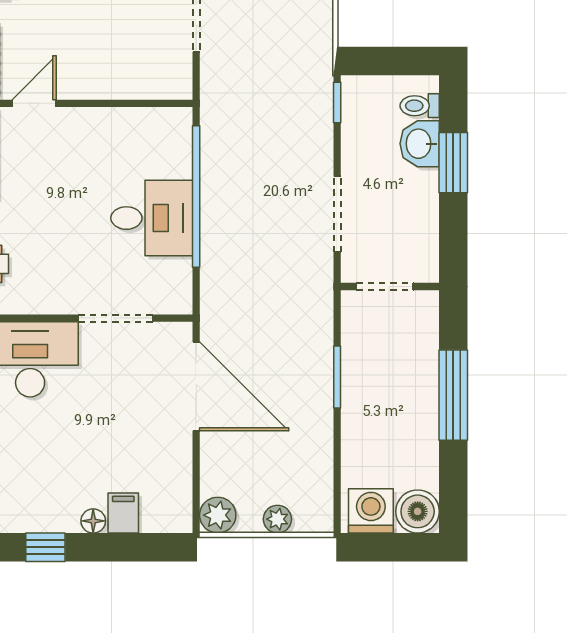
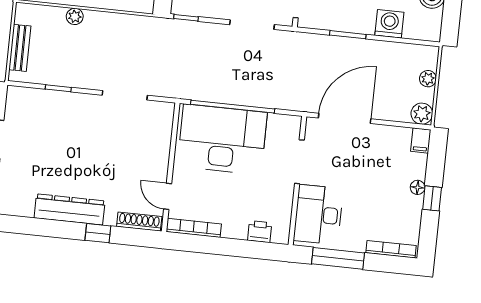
desk: (152, 218) -> (222, 139), width x1.87, depth x1.30
washing machine: (371, 511) -> (389, 24), moved, turned 90
filing cabinet: (123, 513) -> (421, 140), moved, turned -90
window: (45, 547) -> (432, 198), moved

